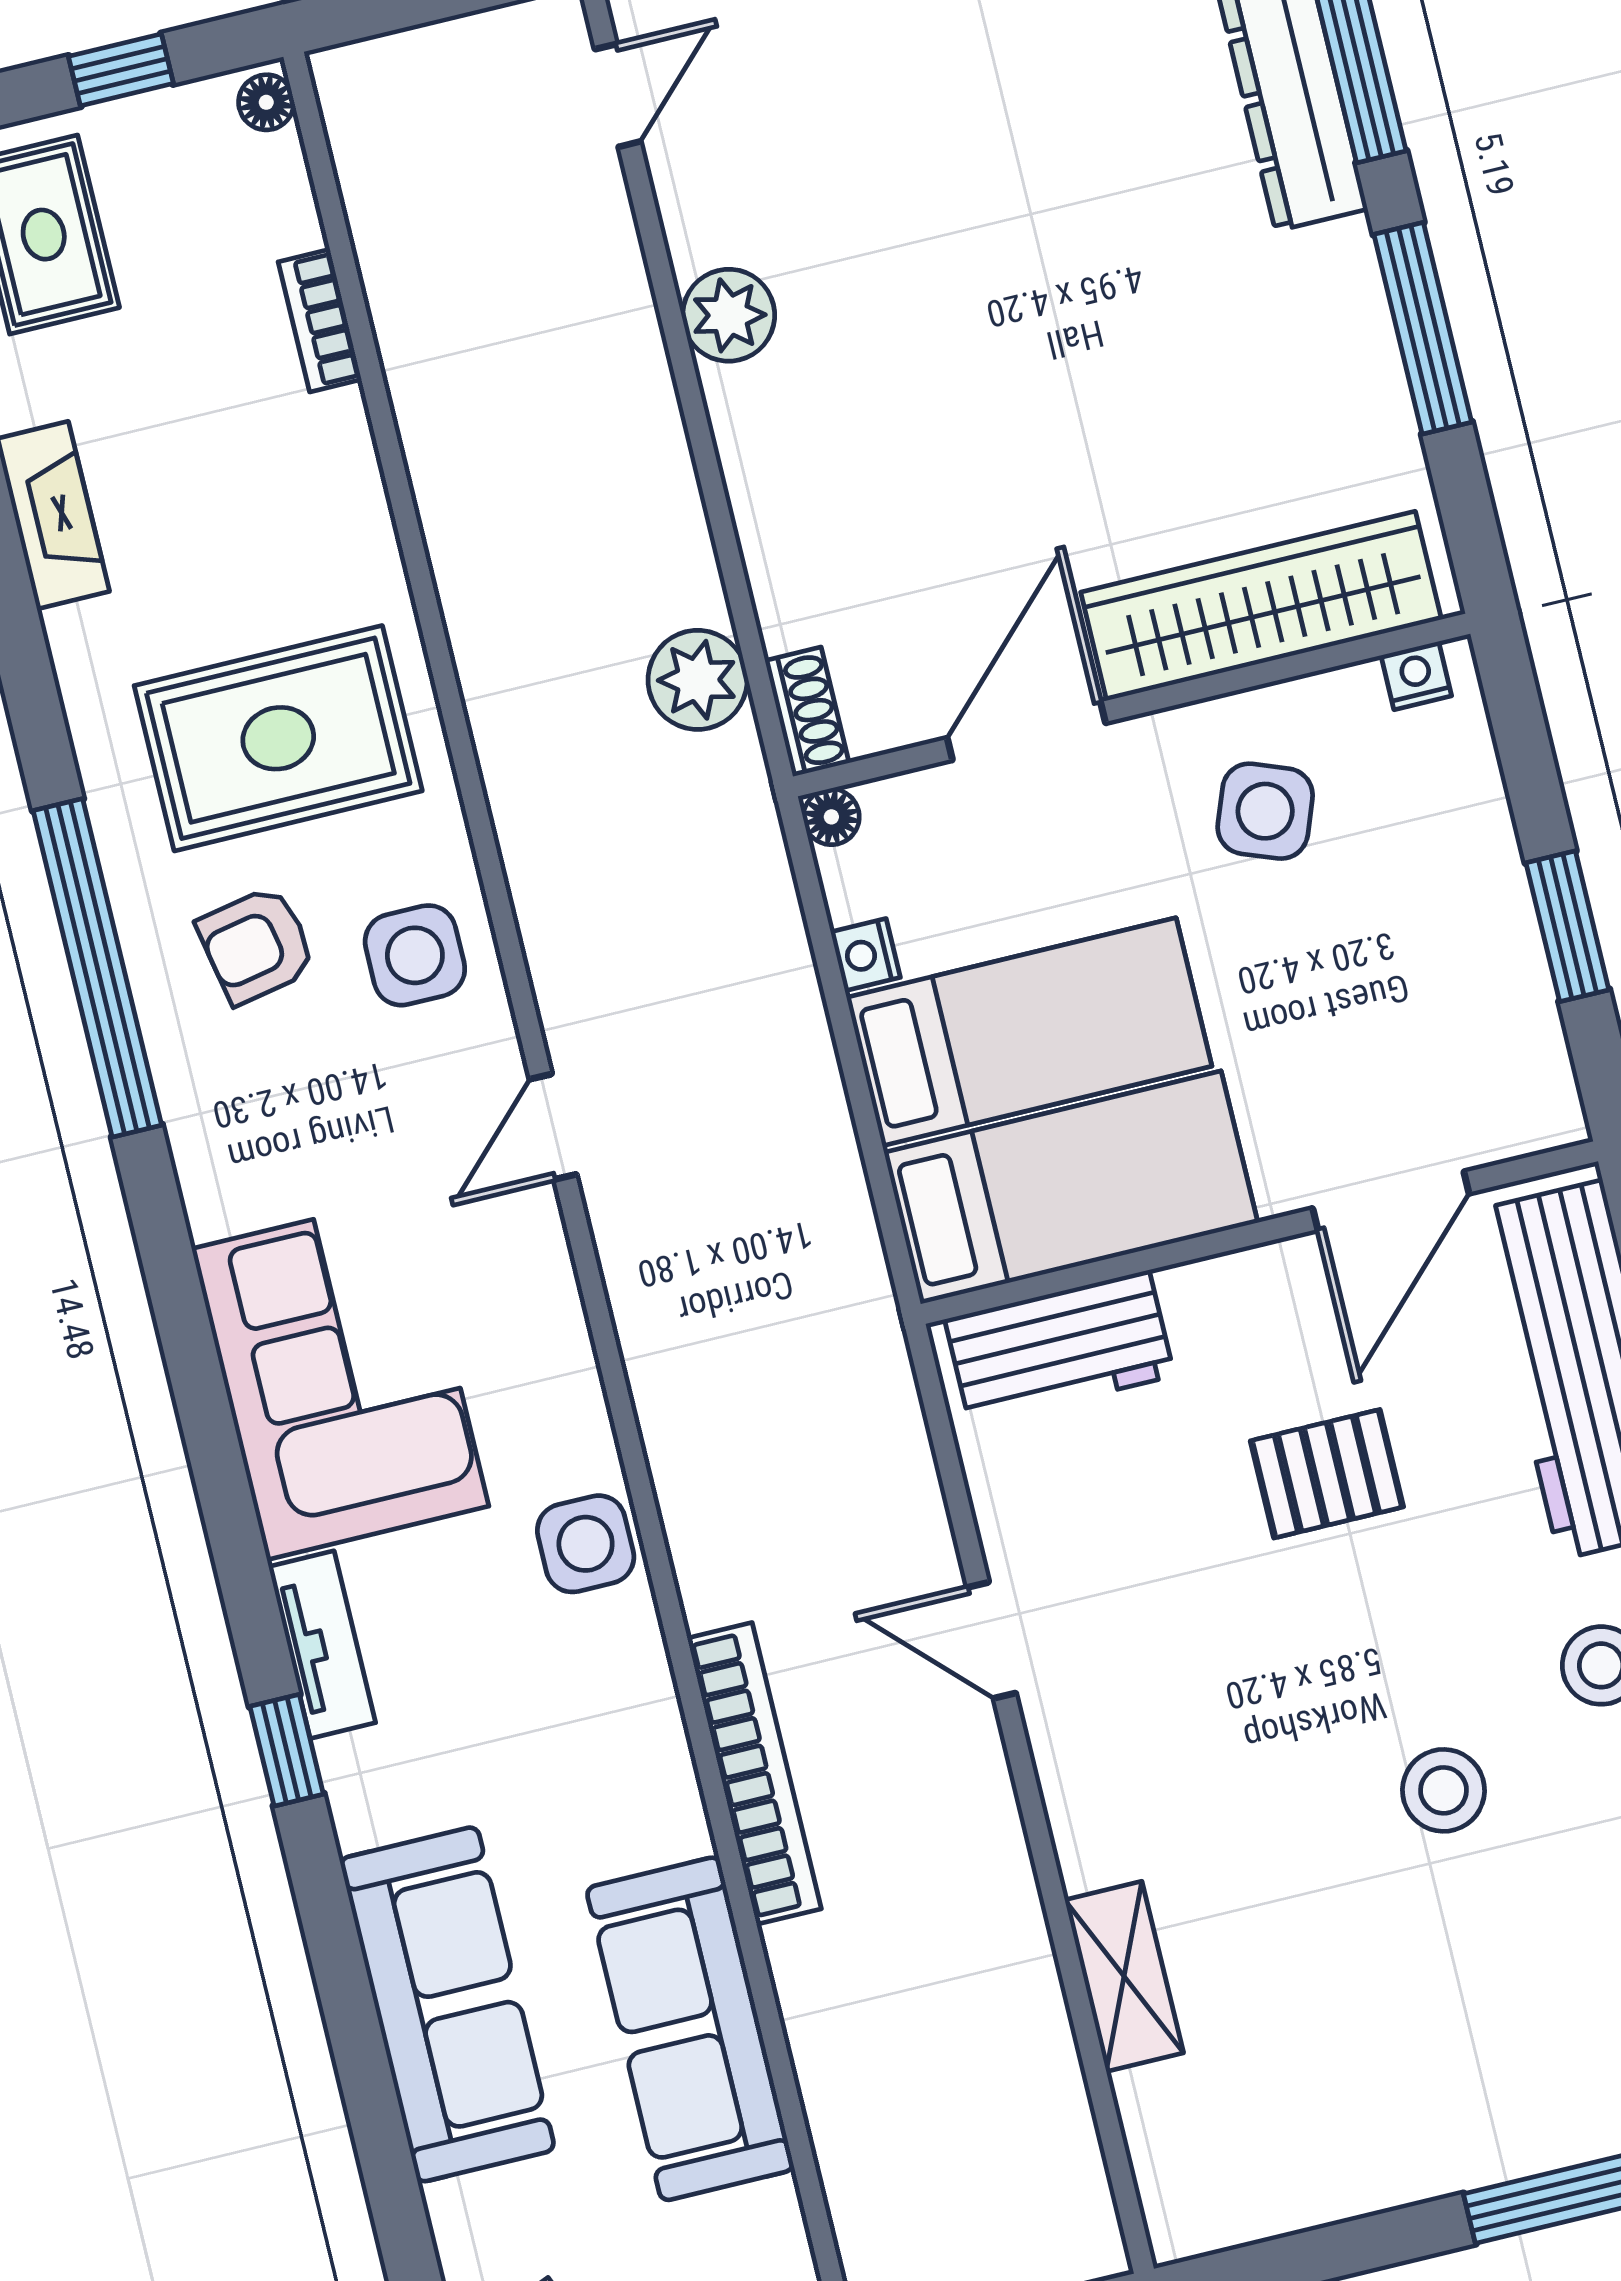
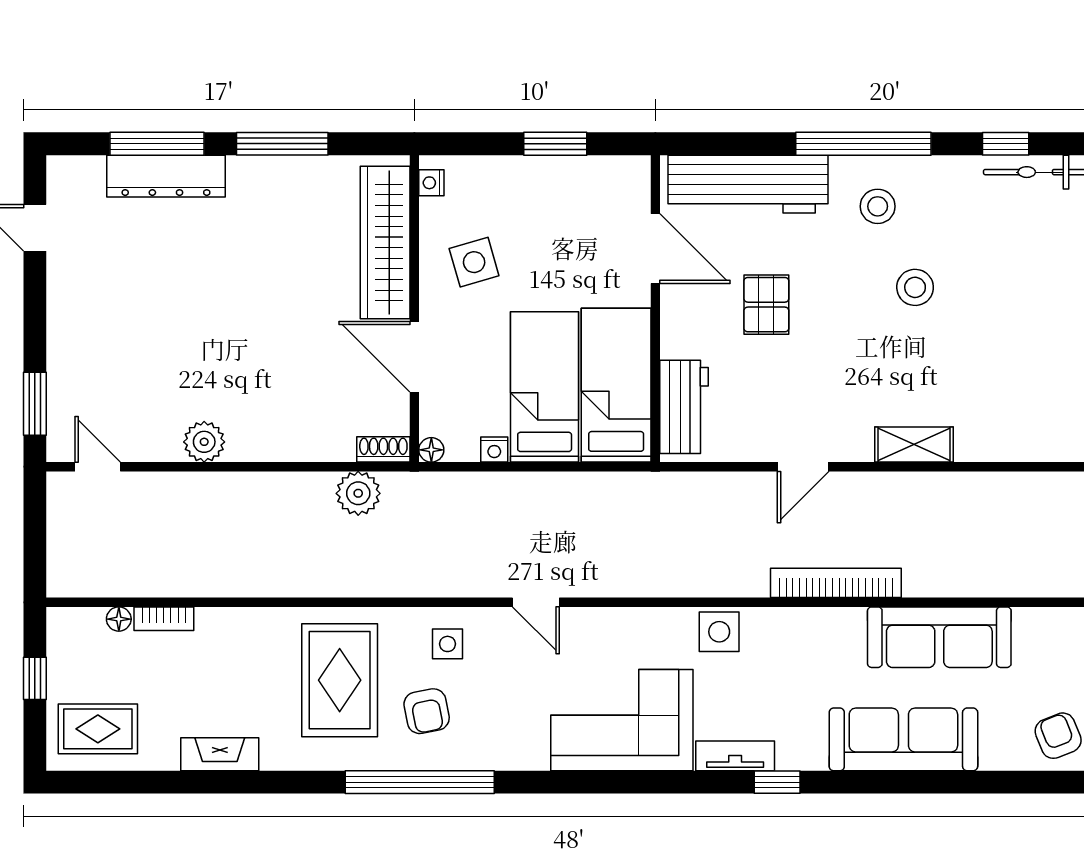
floor lamp: (266, 102) -> (119, 619), moved
side table: (1265, 811) -> (474, 262), turned -37
side table: (415, 955) -> (448, 644), width x0.73, depth x0.73
shelving: (1124, 1976) -> (914, 445), moved

